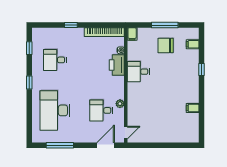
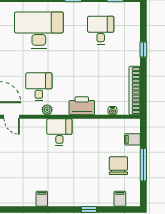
filing cabinet: (132, 34) -> (132, 139), moved
printer: (117, 65) -> (82, 106), moved
desk: (138, 72) -> (59, 132), moved

